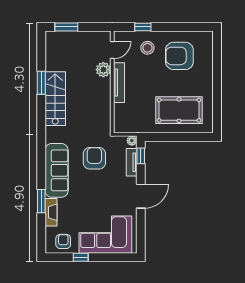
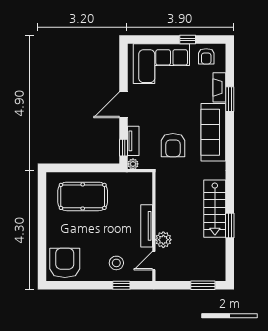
armchair: (179, 56) -> (65, 263), moved, turned -90

